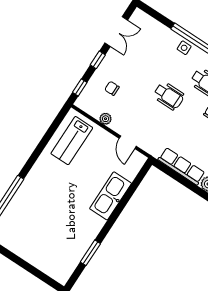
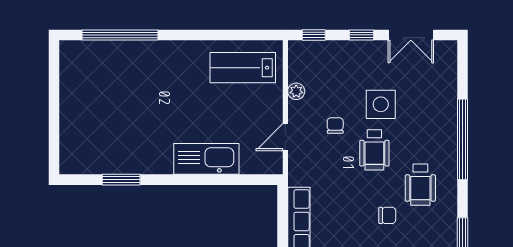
side table: (184, 48) -> (381, 104), moved, width x1.87, depth x1.87
chair: (112, 88) -> (335, 126), moved

